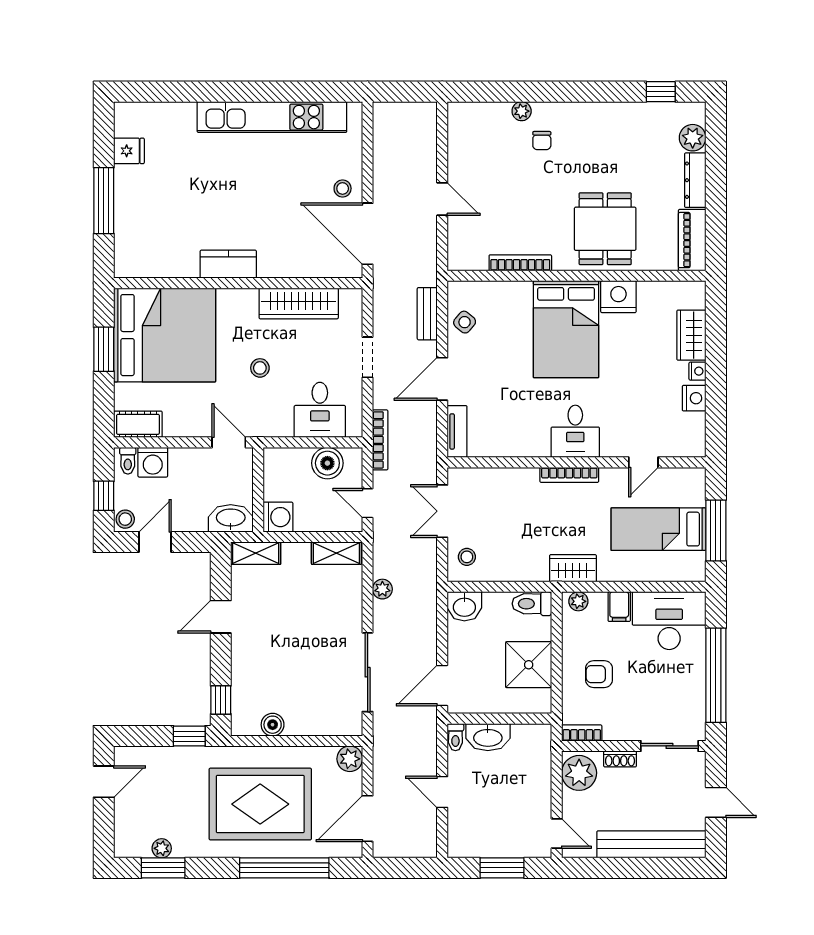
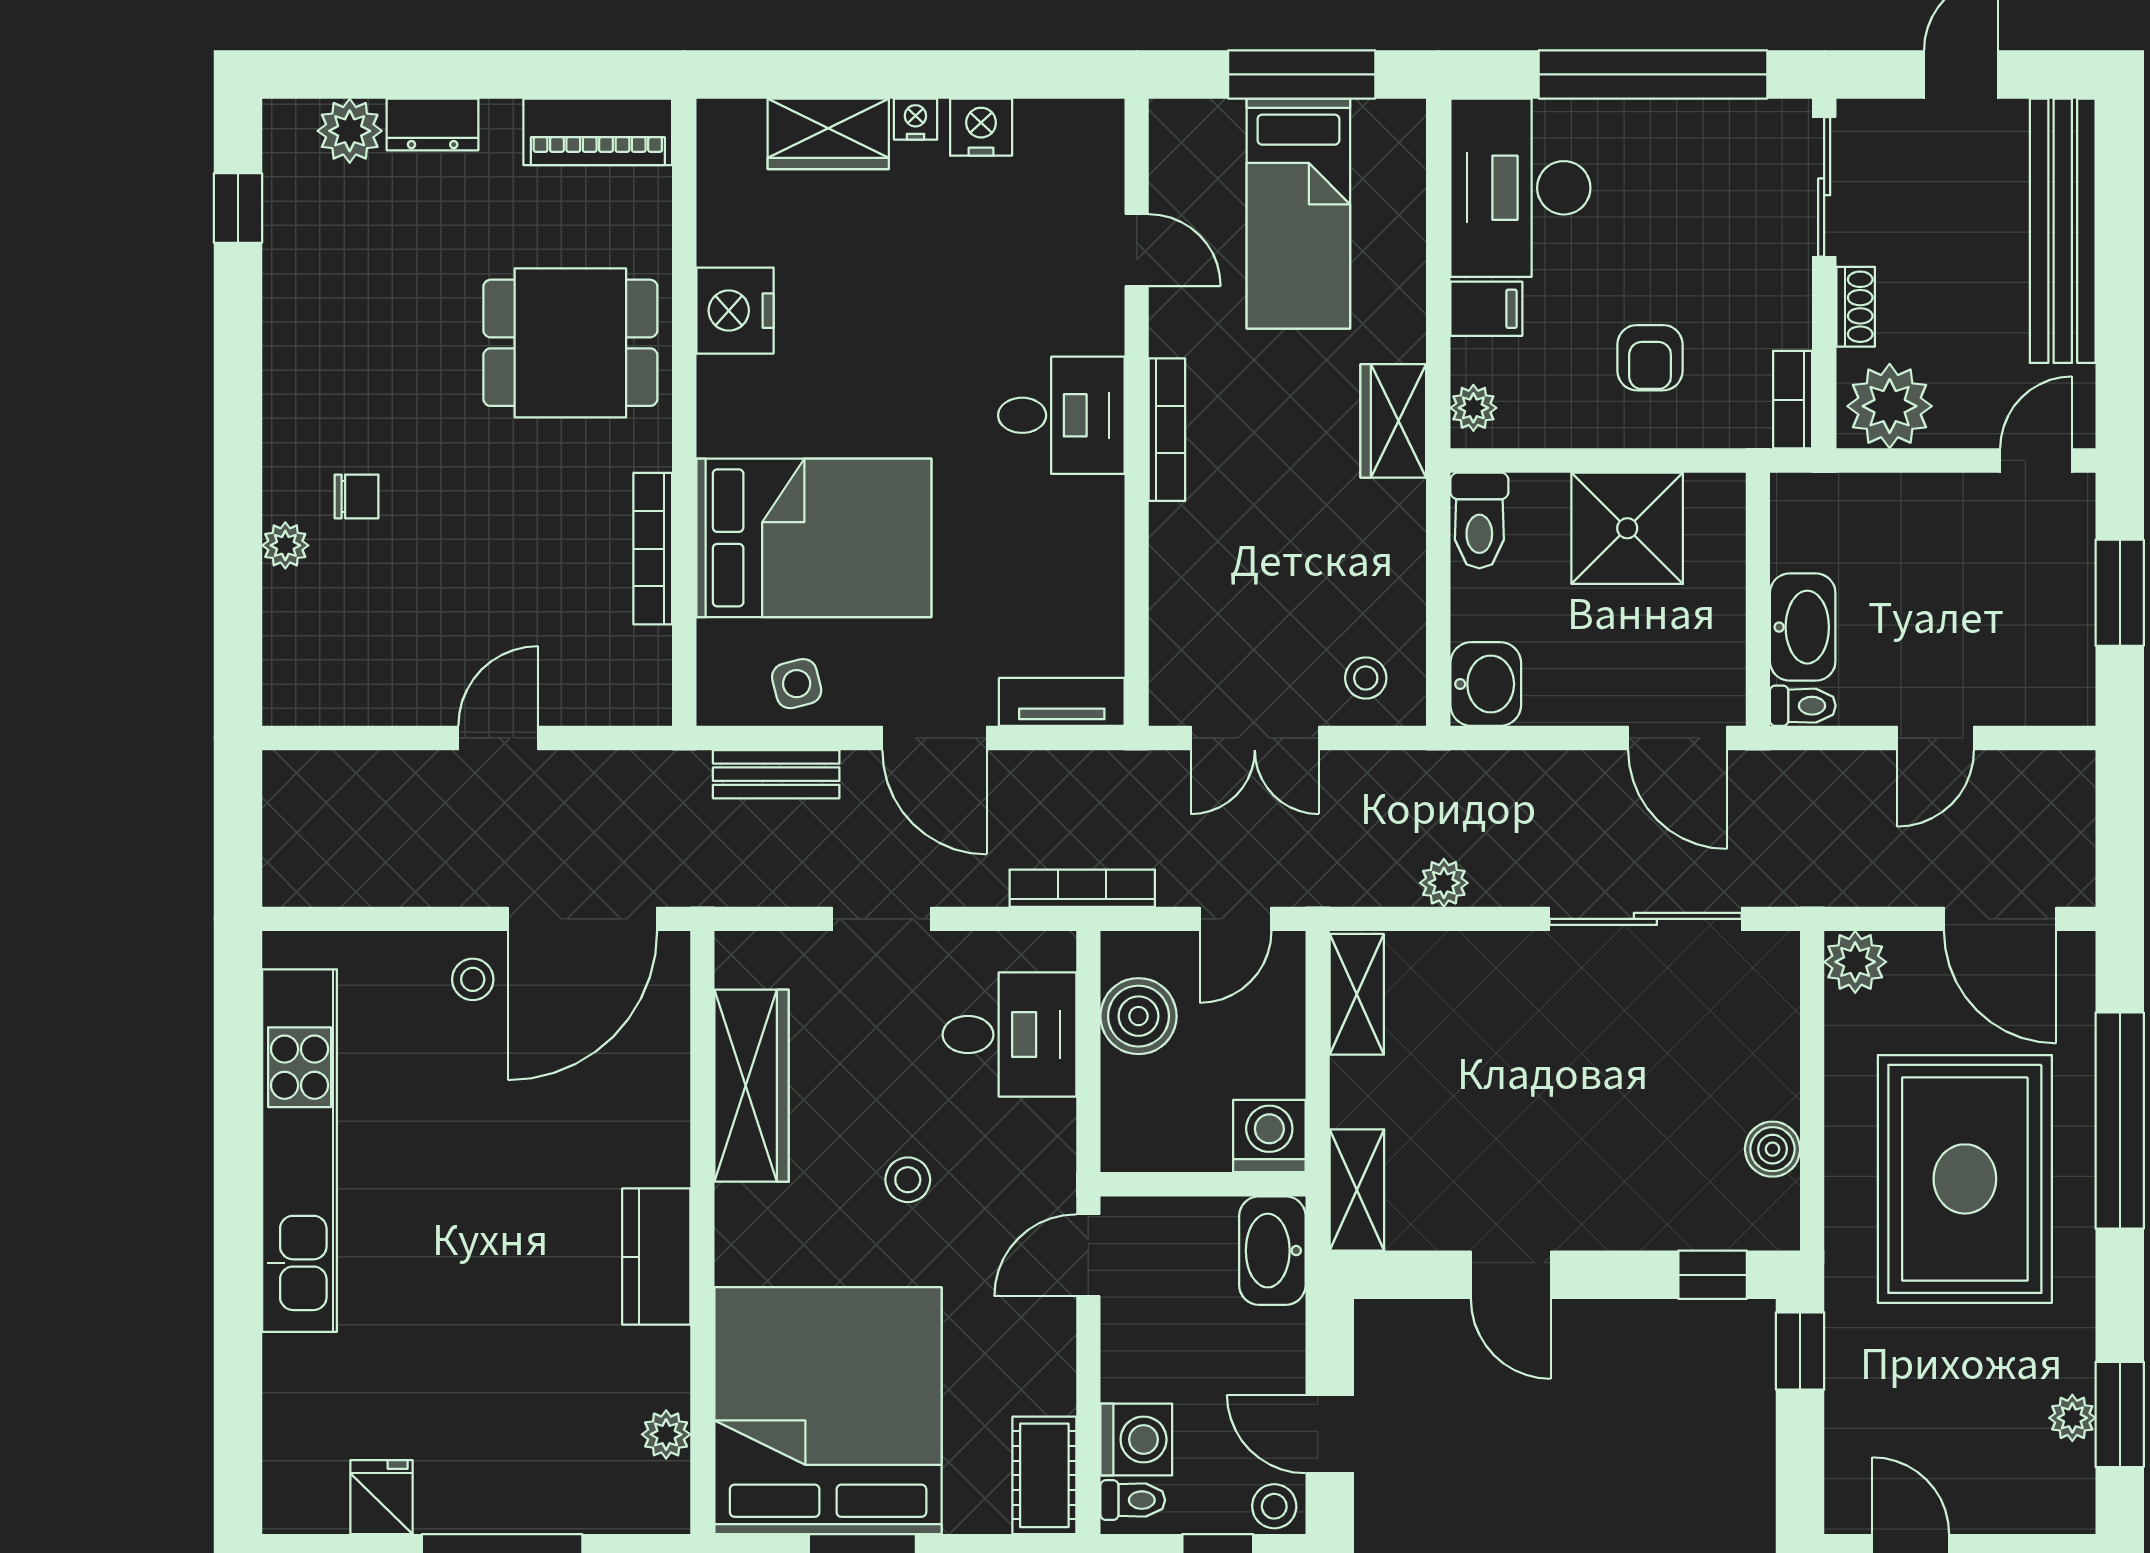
dresser: (695, 180) -> (433, 124), width x0.70
plant: (155, 268) -> (666, 1434), added
side table: (465, 322) -> (797, 684), turned 36
bed: (566, 329) -> (814, 538), moved

